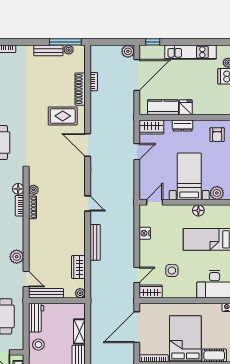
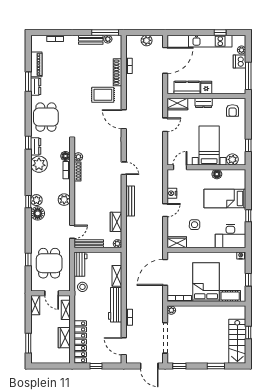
window: (153, 42) -> (220, 33), moved
plant: (128, 51) -> (147, 40), moved
plant: (17, 257) -> (64, 200), moved
door: (137, 275) -> (165, 210), moved
door: (26, 279) -> (72, 232), hinge flipped

